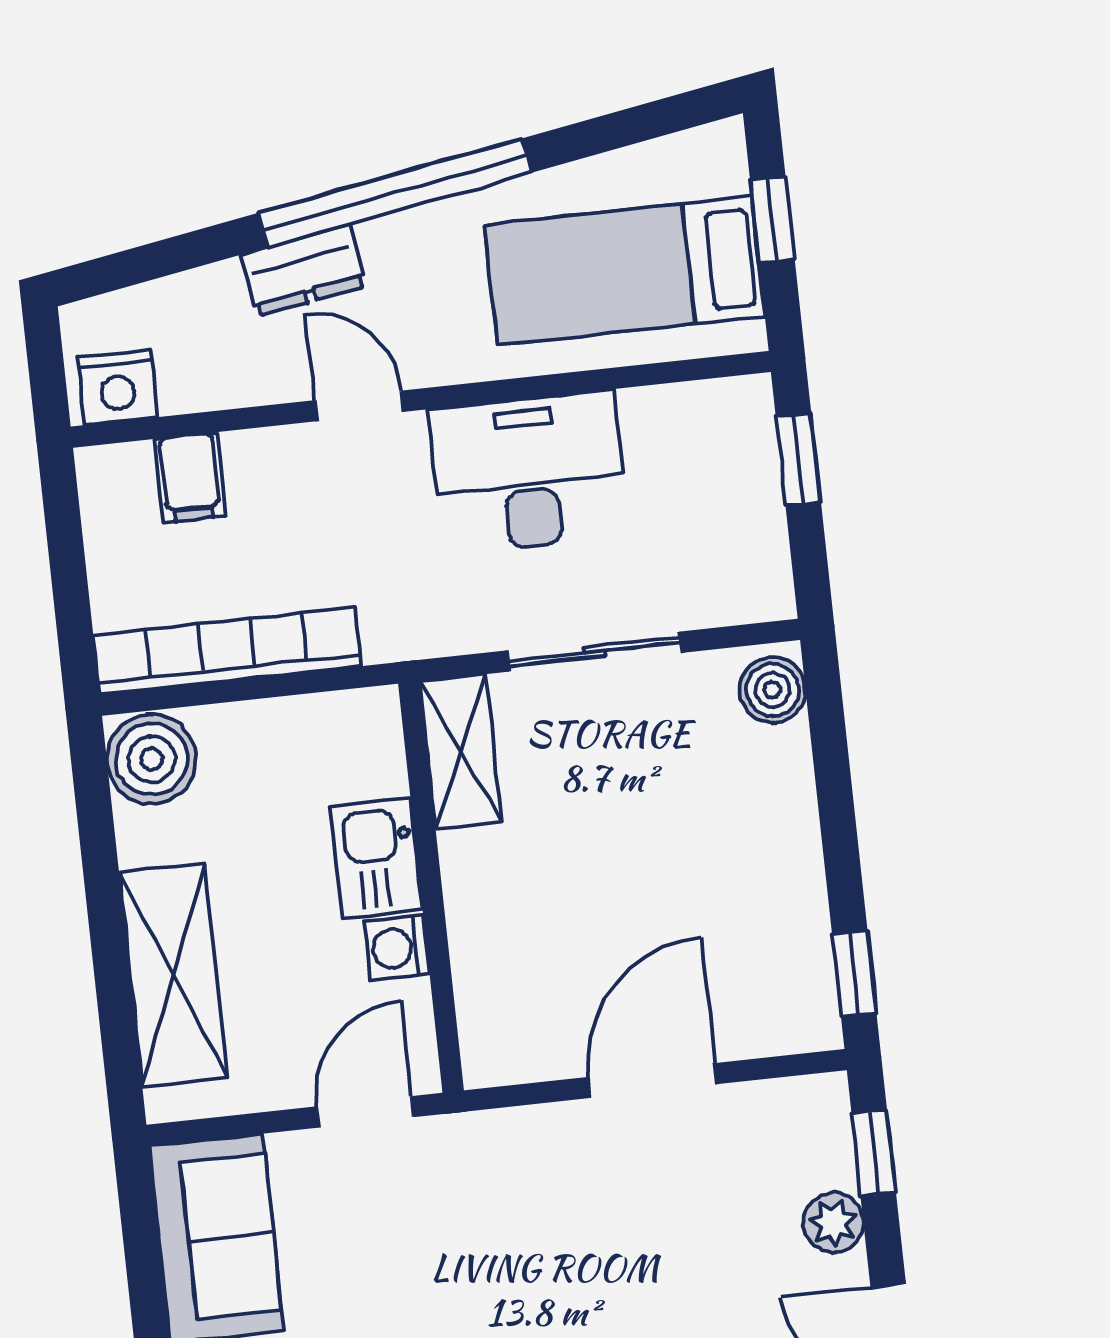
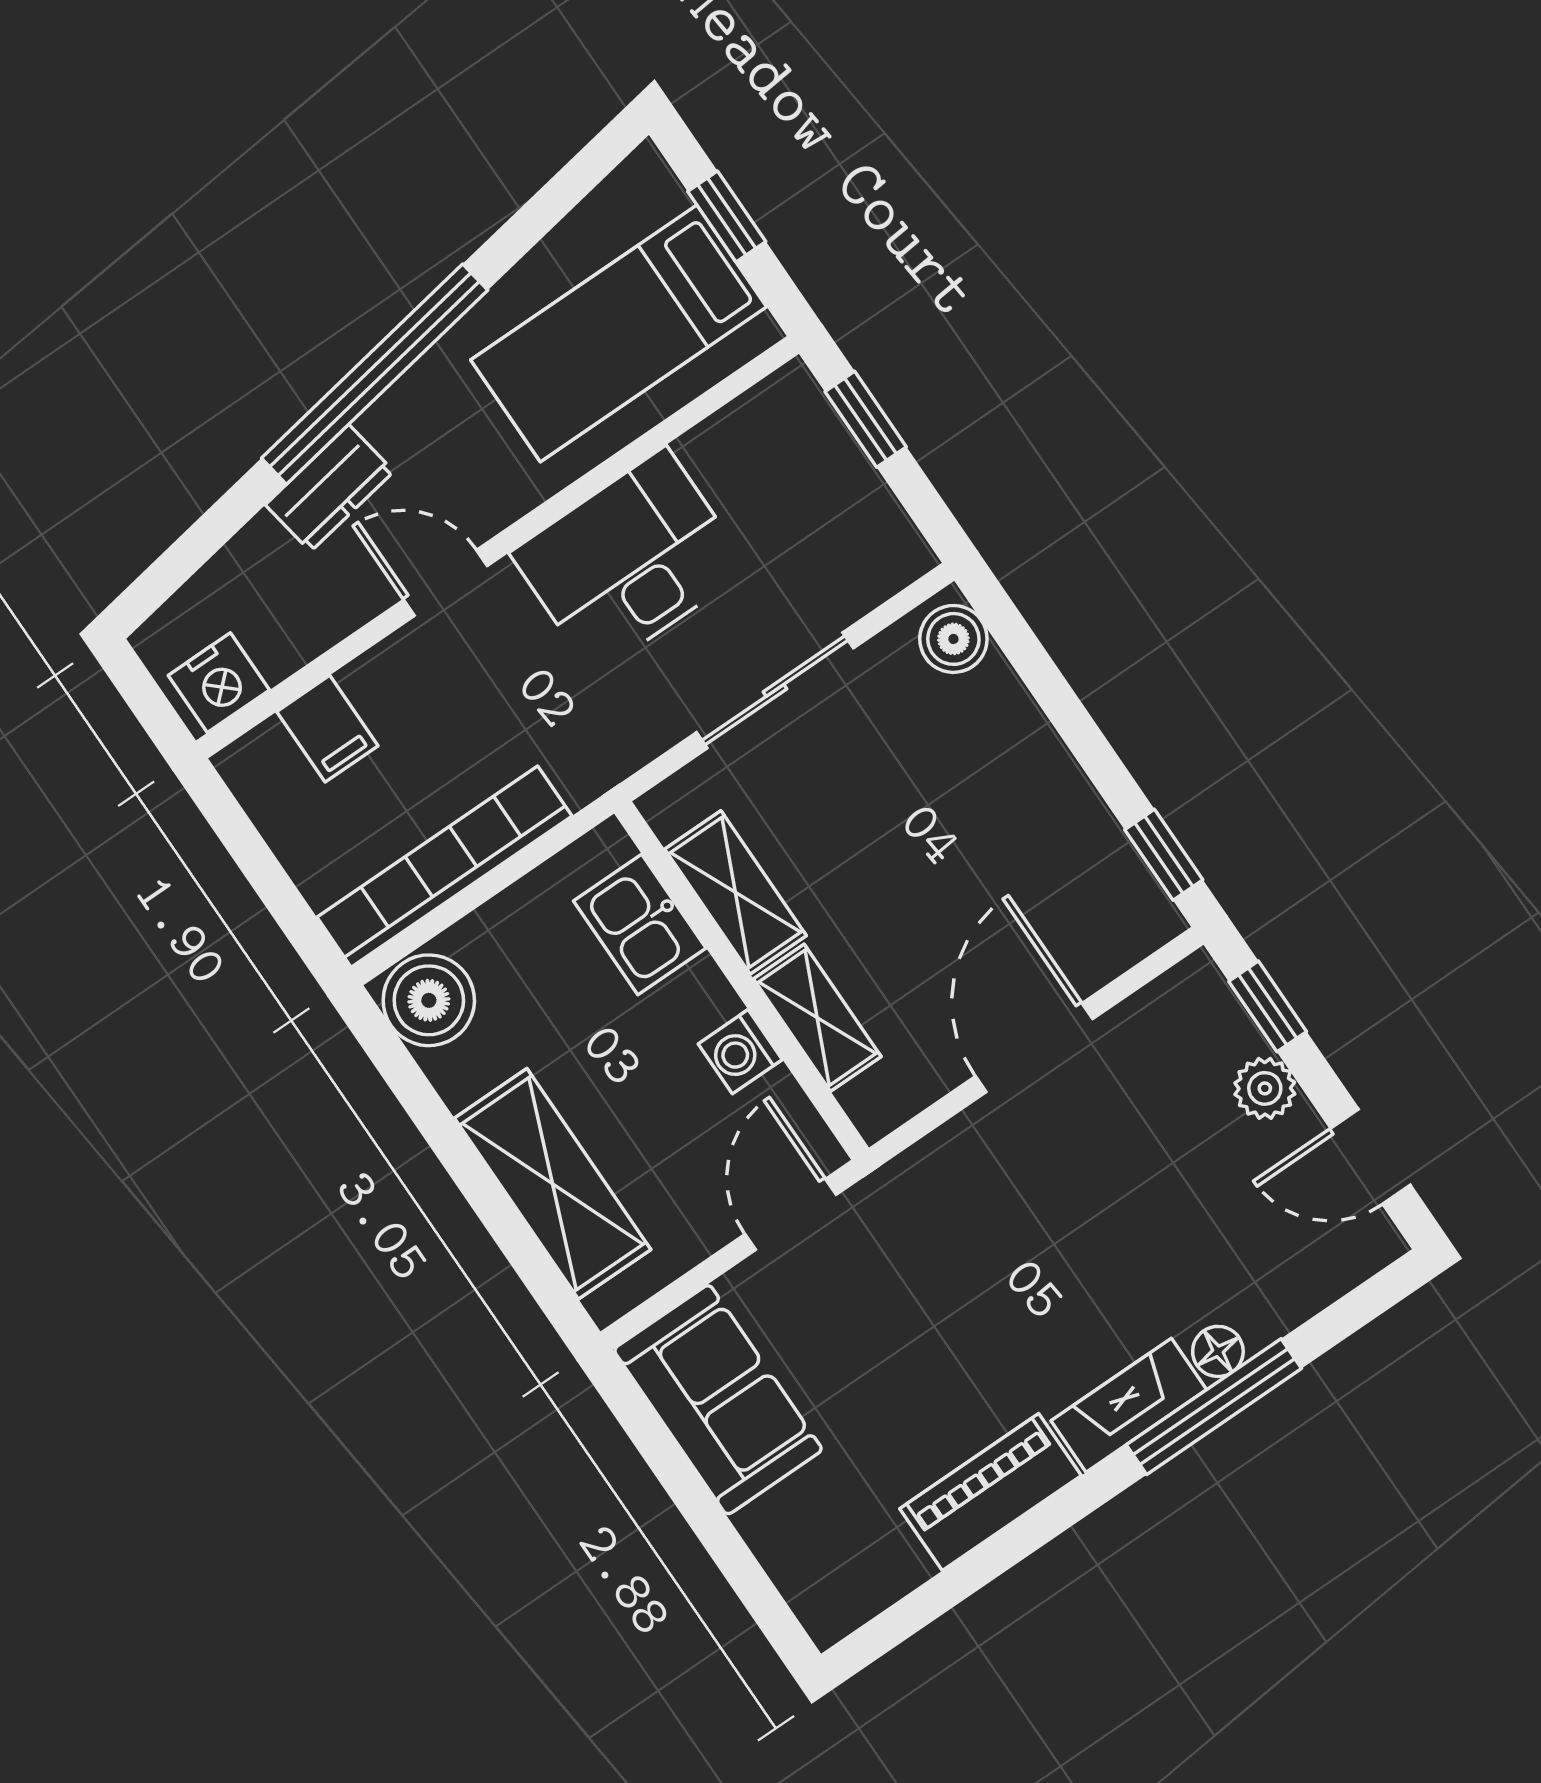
shelving: (461, 752) -> (736, 892), moved
kitchen sink: (376, 858) -> (640, 924), moved
shelving: (479, 954) -> (817, 1018), added

